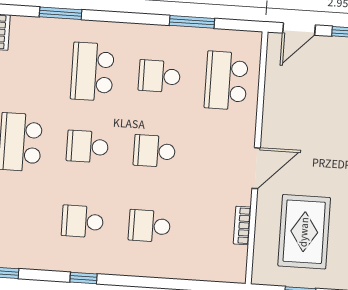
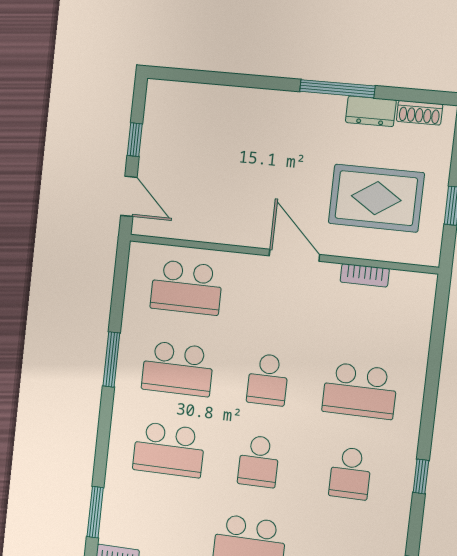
window: (61, 13) -> (95, 512), moved
window: (192, 22) -> (111, 359), moved
school desk: (159, 76) -> (178, 369), width x1.85
school desk: (149, 226) -> (360, 391), width x1.85

